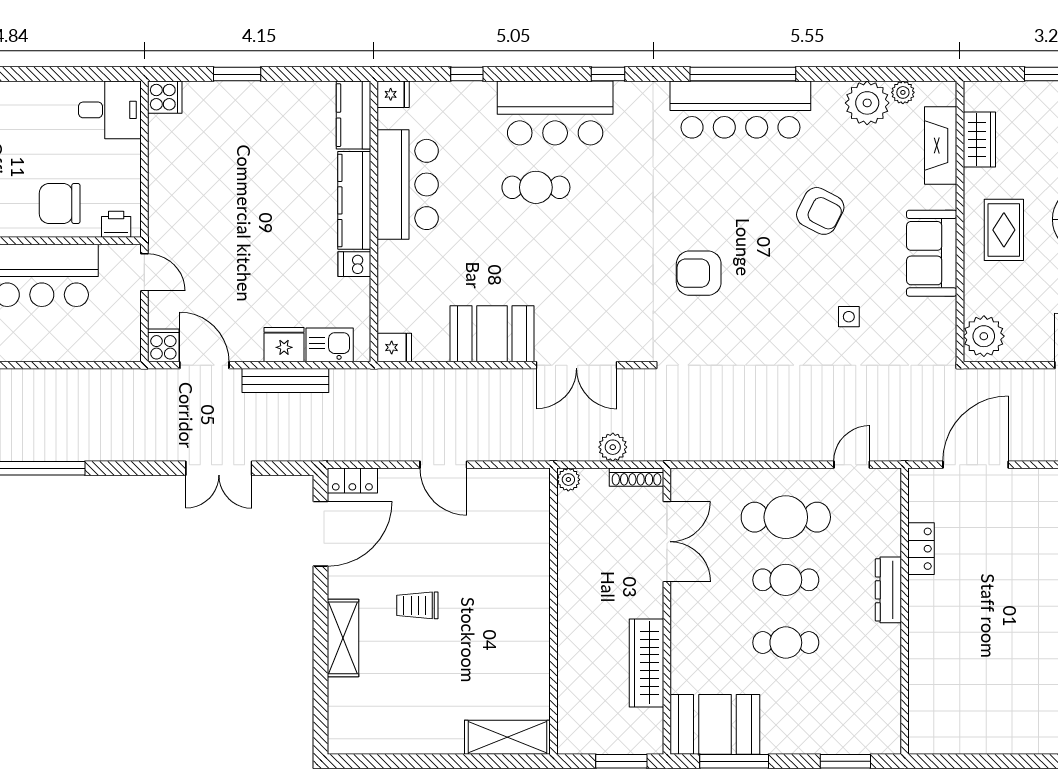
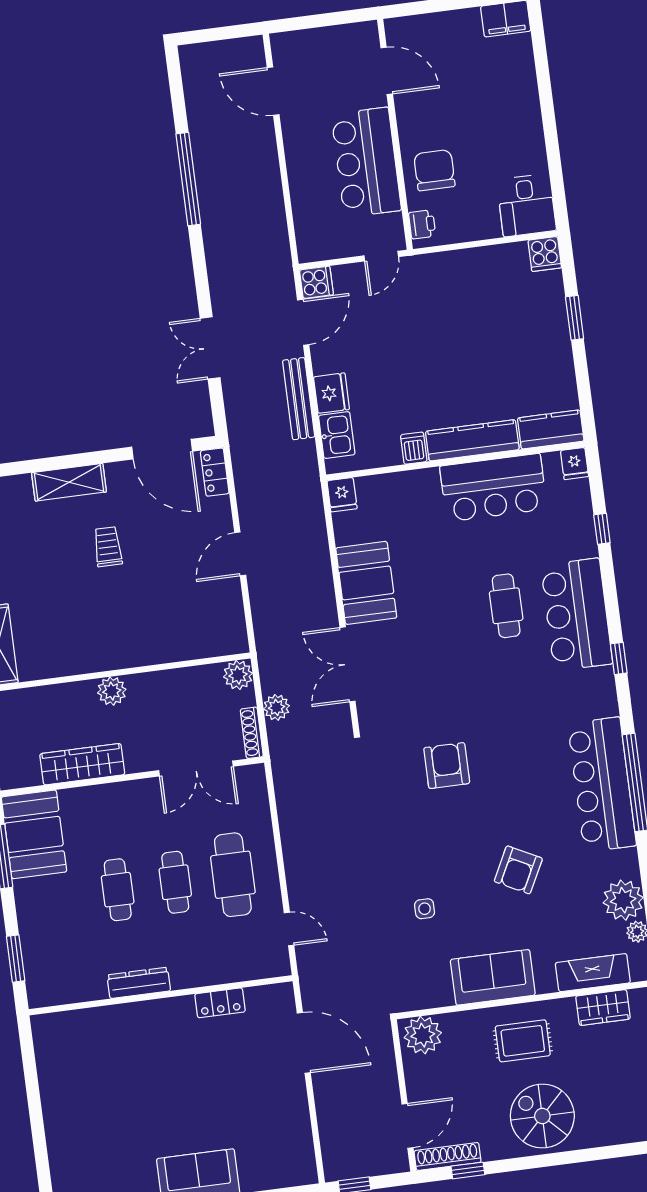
plant: (568, 480) -> (238, 675), width x1.38, depth x1.38
dresser: (888, 590) -> (139, 983), moved
plant: (572, 621) -> (112, 691), added

